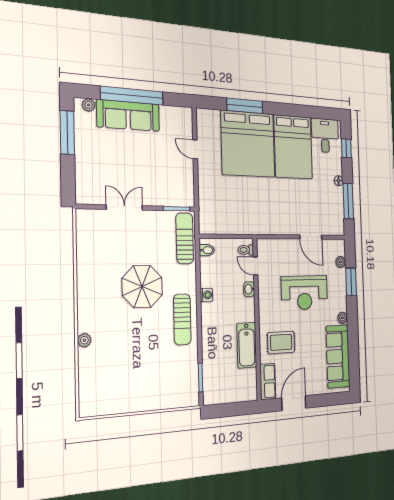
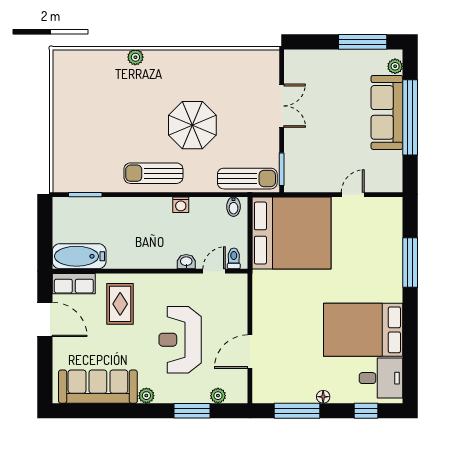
bed: (248, 144) -> (292, 233), moved, turned 180
bathtub: (247, 345) -> (79, 256), moved

